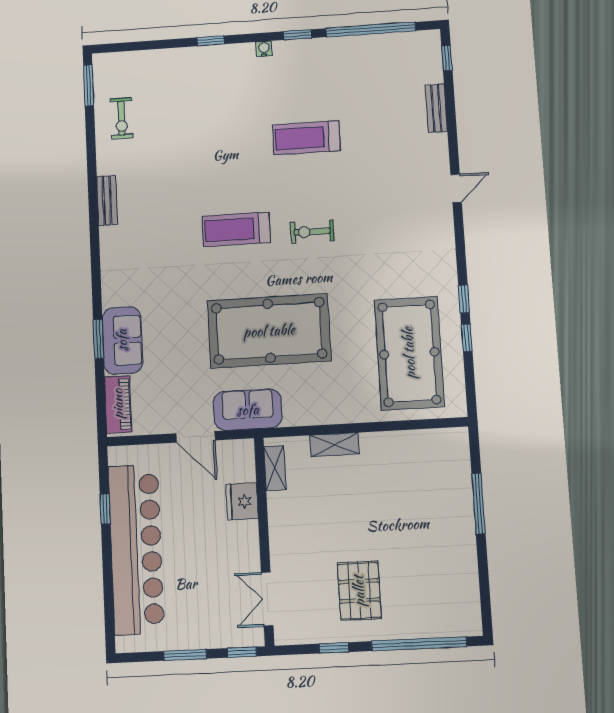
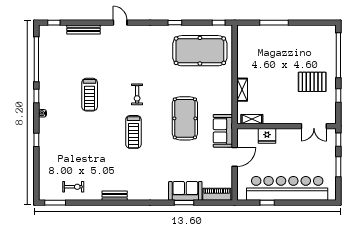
bench: (436, 108) -> (83, 29), width x1.36
pool table: (269, 331) -> (185, 118), width x0.73, depth x0.76
window: (467, 338) -> (219, 23), moved

